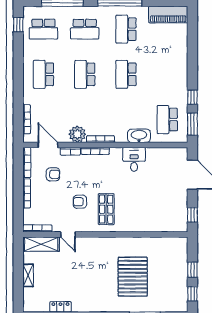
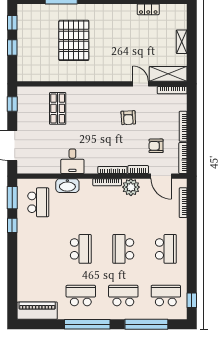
school desk: (126, 29) -> (81, 296), turned -90
school desk: (85, 74) -> (123, 249), turned 180
armchair: (80, 202) -> (128, 118), turned 87
shop shelf: (106, 209) -> (58, 108), moved

